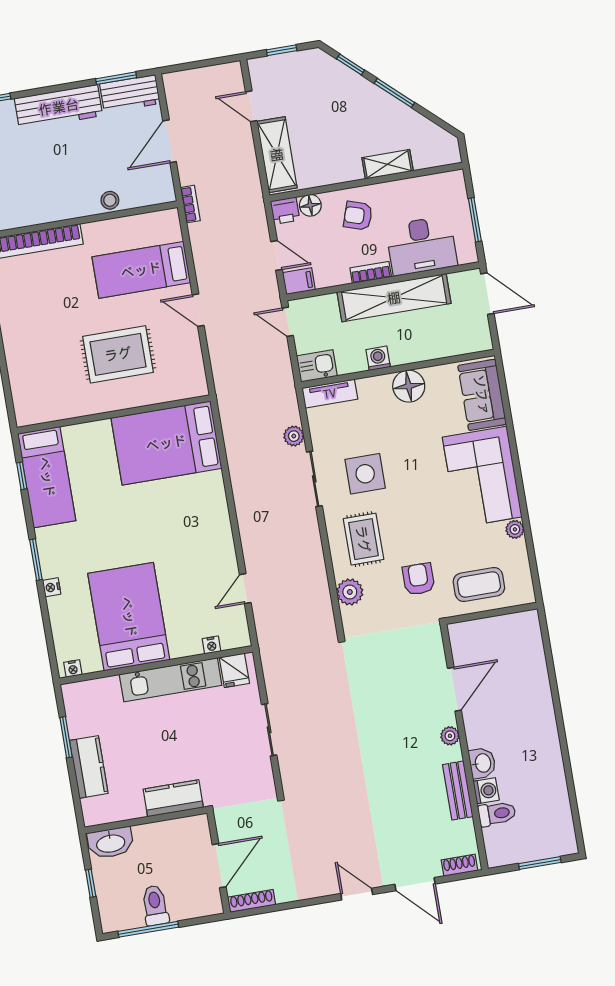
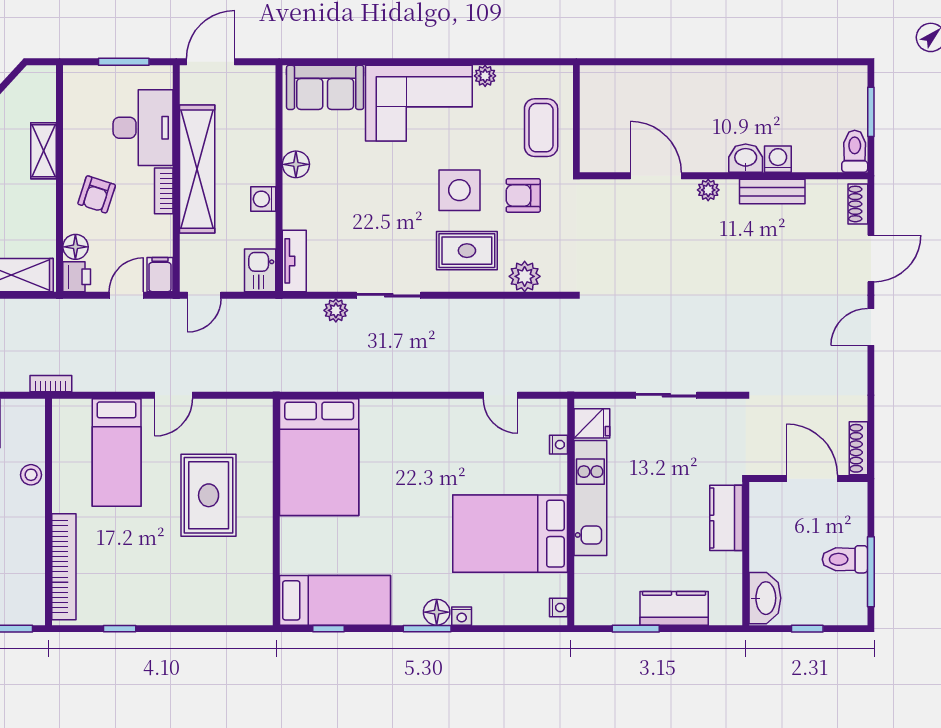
floor lamp: (409, 386) -> (296, 164), width x0.73, depth x0.73
side table: (365, 474) -> (459, 190), moved
floor lamp: (51, 565) -> (437, 612), added
toilet: (497, 814) -> (855, 151), moved

